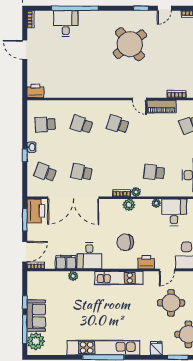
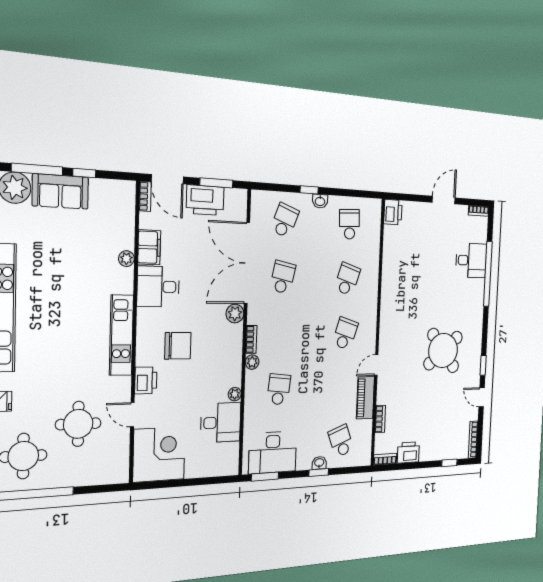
plant: (129, 205) -> (235, 314), moved
printer: (36, 211) -> (205, 200), moved
chair: (125, 242) -> (178, 346), turned 90

